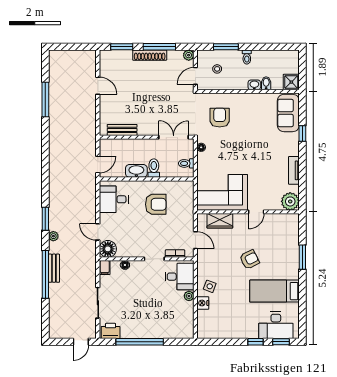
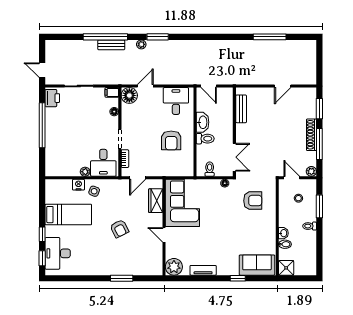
bed: (275, 291) -> (68, 215), moved, turned 90

